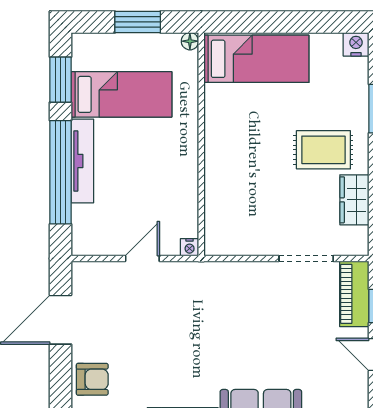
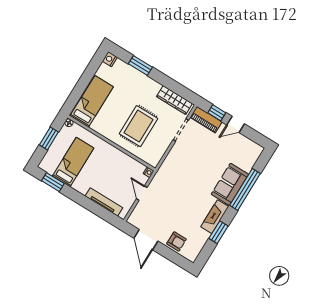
rug: (323, 150) -> (138, 126), moved, width x1.36, depth x1.43
tv unit: (82, 161) -> (104, 202), moved
window: (60, 172) -> (89, 204), removed
wardrobe: (354, 200) -> (174, 100), width x1.50
armchair: (92, 379) -> (176, 241), turned 90

